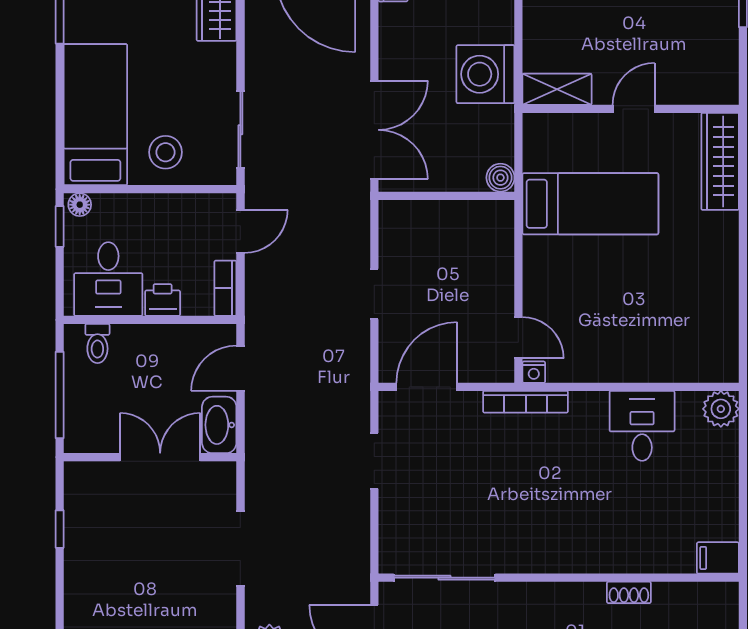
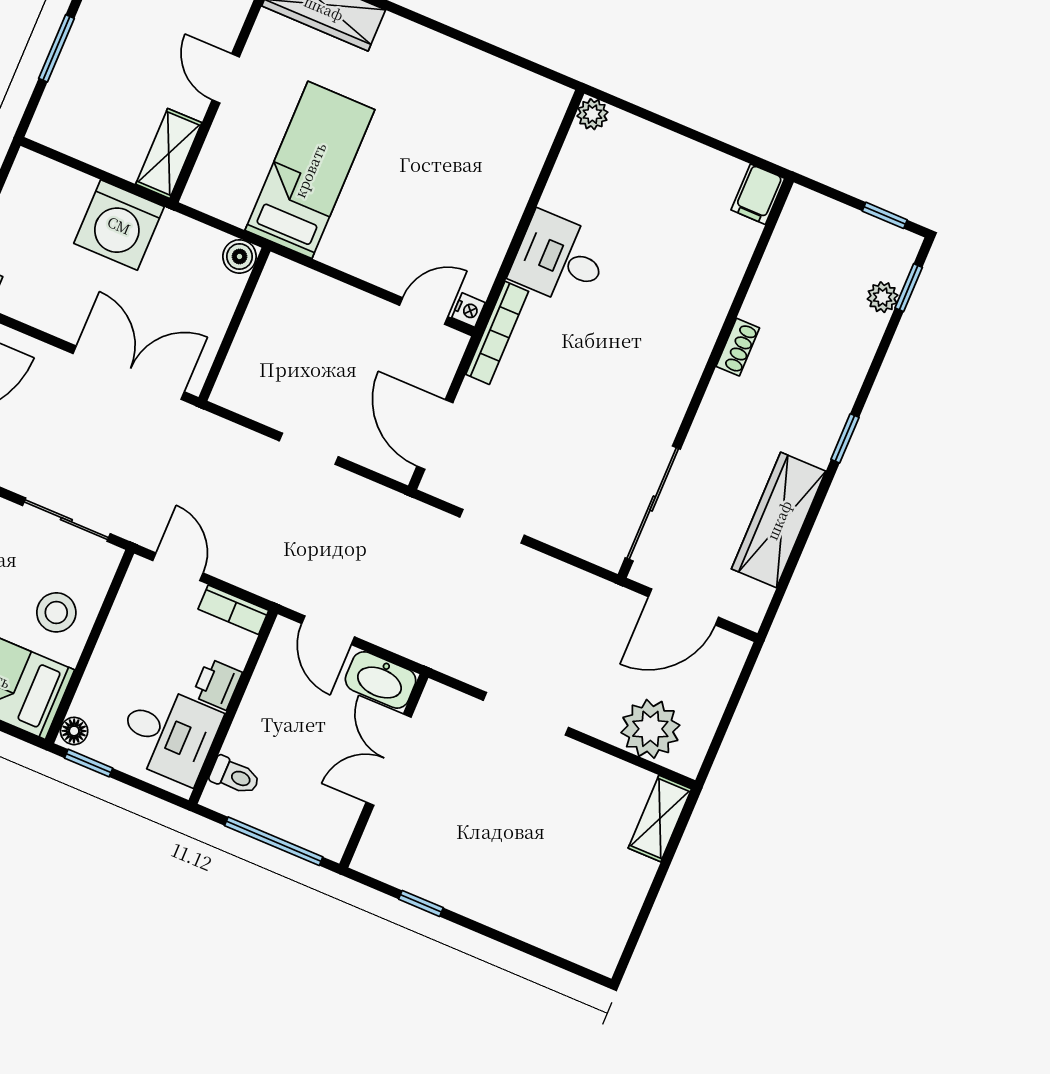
plant: (721, 409) -> (592, 114), width x0.73, depth x0.73
desk: (642, 426) -> (560, 259), moved
shoe rack: (629, 592) -> (738, 347), moved

